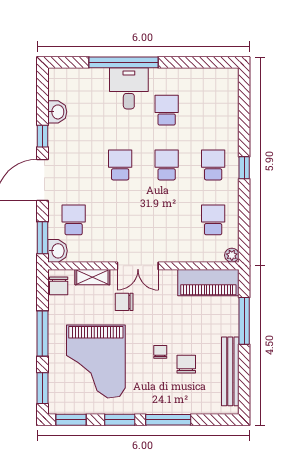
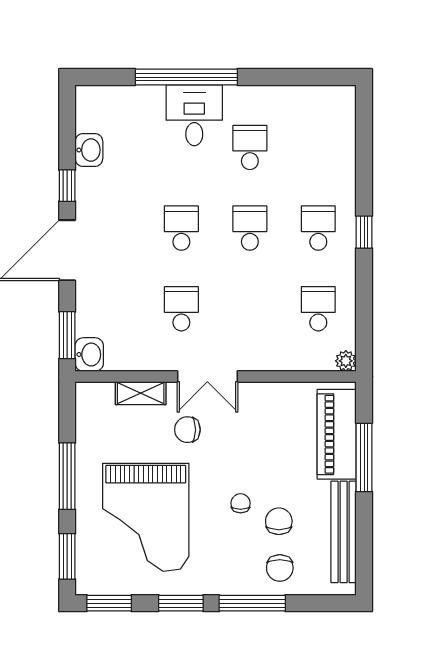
school desk: (74, 220) -> (181, 309), moved
piano: (208, 283) -> (337, 434), moved, turned 90
chair: (59, 286) -> (280, 568), moved

